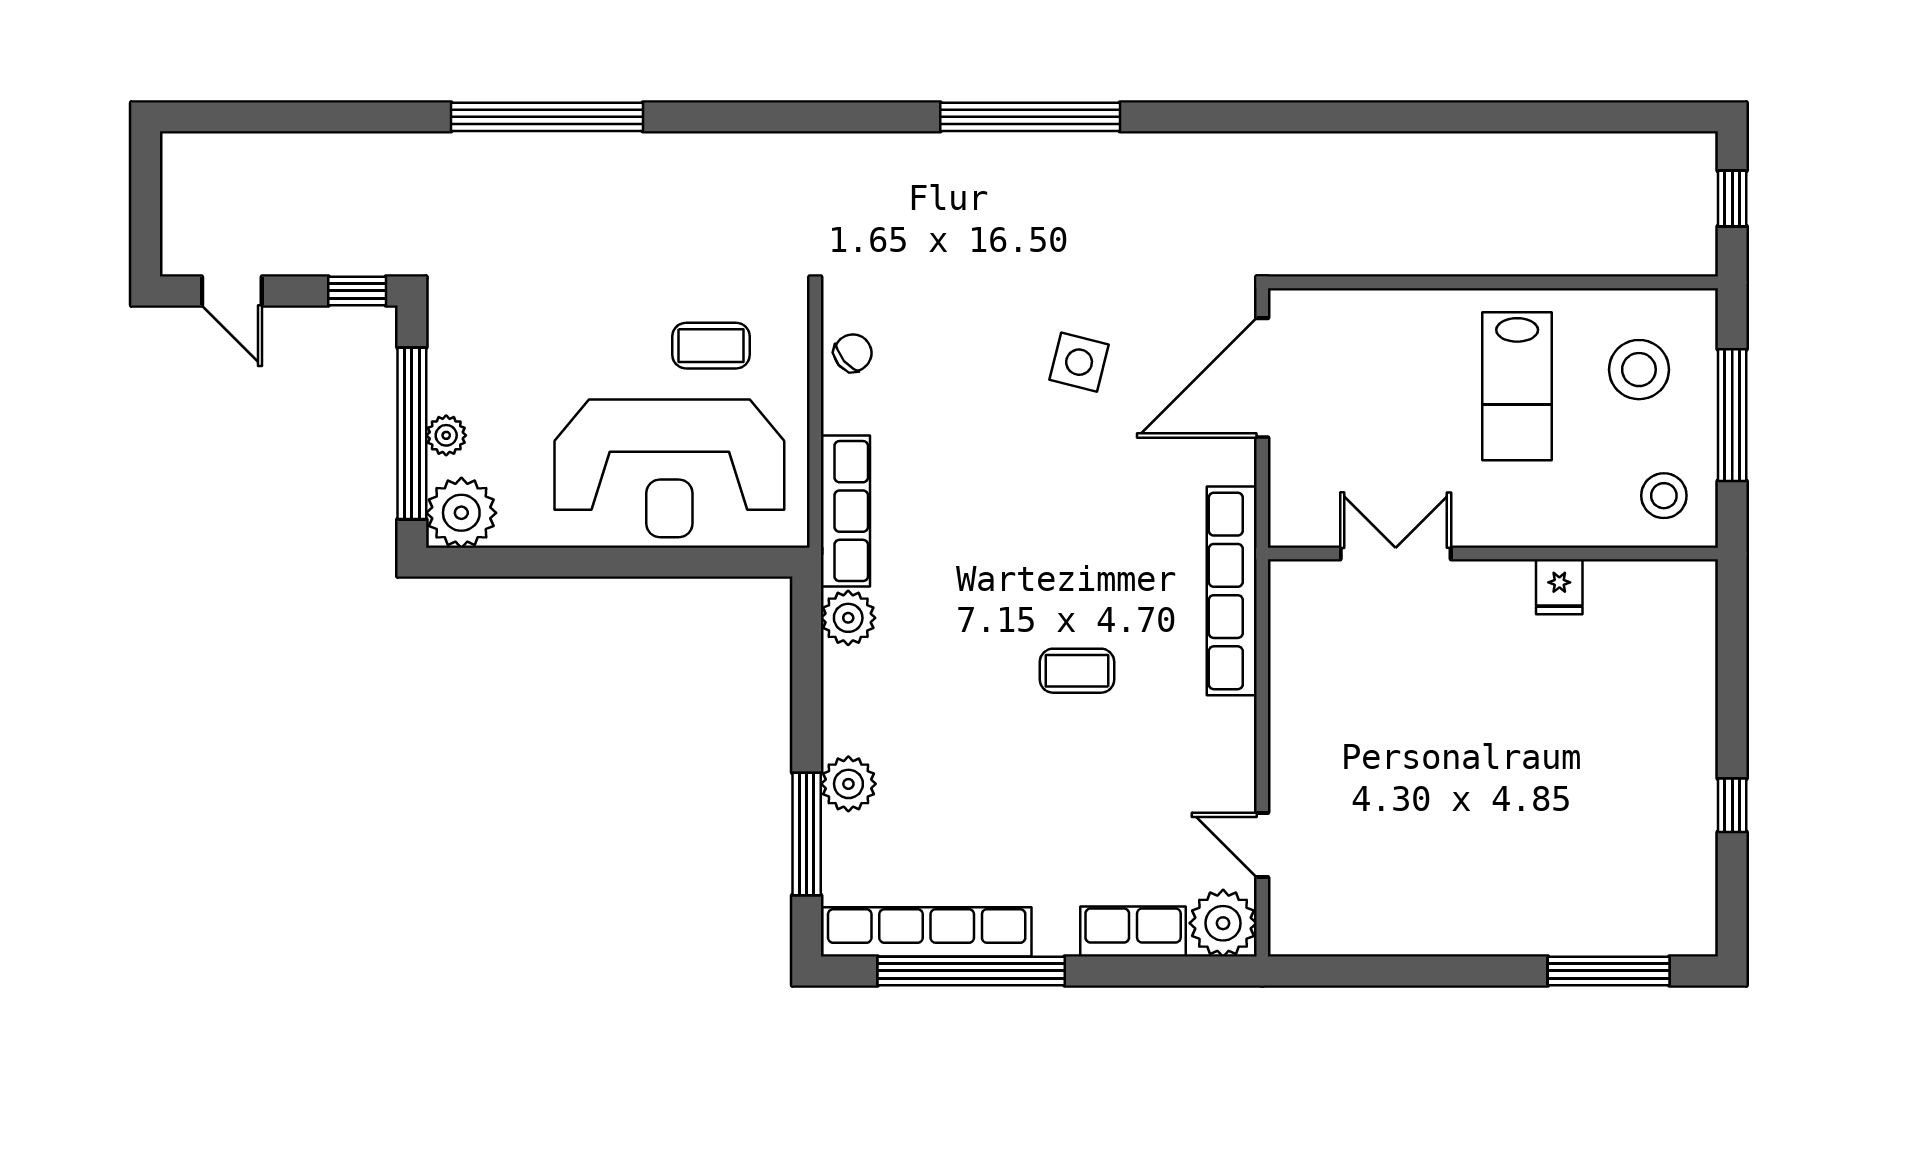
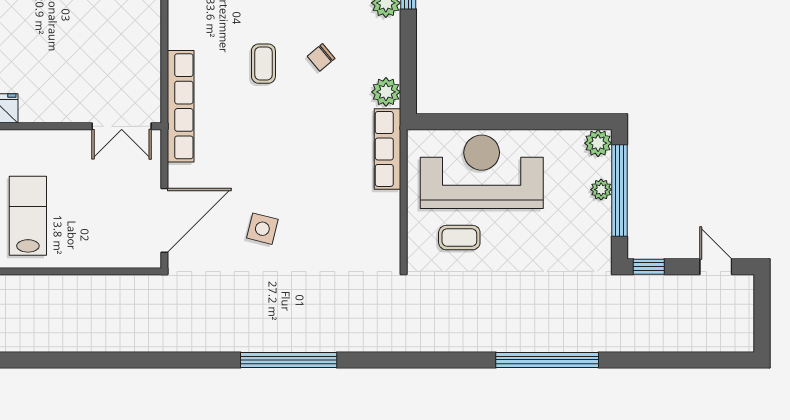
chair: (853, 353) -> (321, 57), moved
plant: (461, 513) -> (598, 143), width x0.73, depth x0.73
double door: (1396, 553) -> (122, 126), moved
coffee table: (1077, 671) -> (263, 64), turned 90

